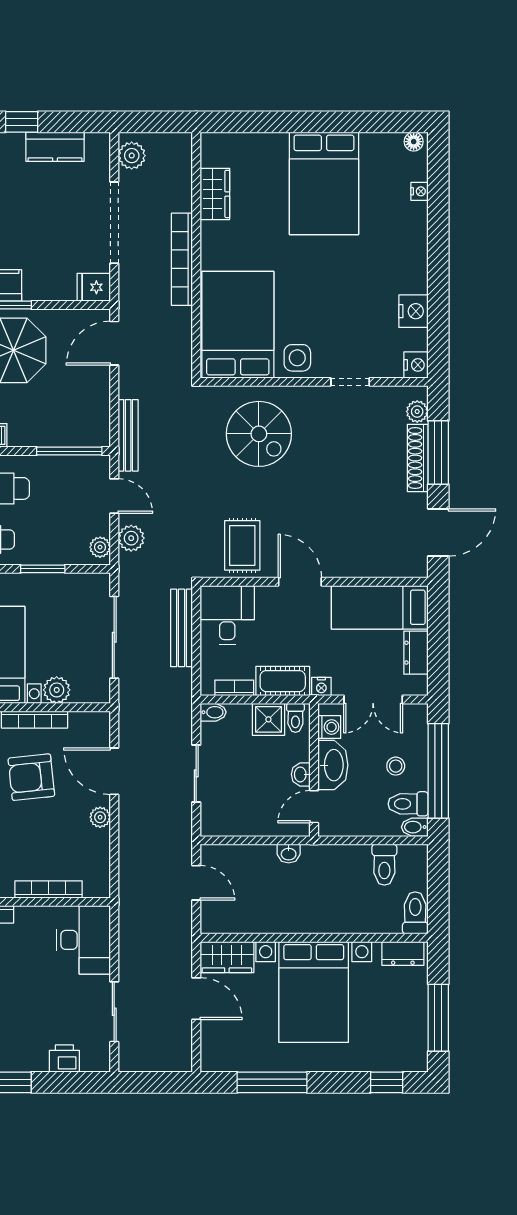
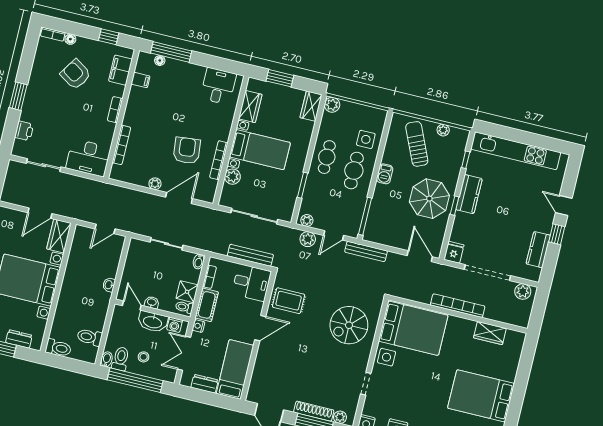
dresser: (403, 953) -> (19, 339), moved, turned 90

